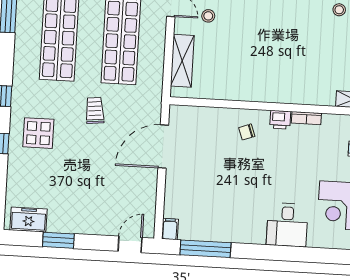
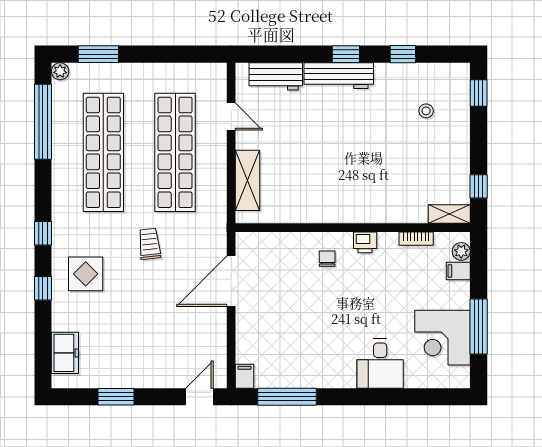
stool: (208, 16) -> (275, 127), removed
bookcase: (306, 118) -> (416, 239), moved
chair: (247, 132) -> (327, 259), turned 110
freezer: (29, 220) -> (65, 353), moved, turned 90

